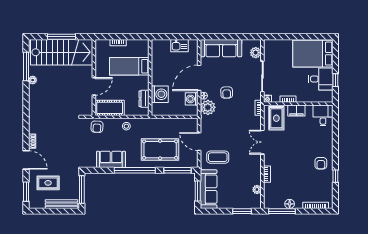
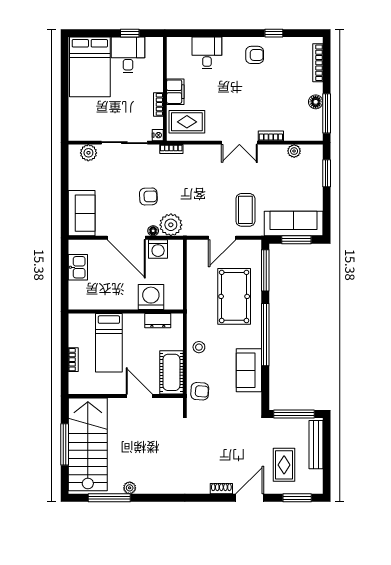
sofa: (221, 48) -> (82, 213), width x0.73
desk: (323, 115) -> (207, 53), moved, turned 90
double door: (262, 142) -> (239, 143), moved

